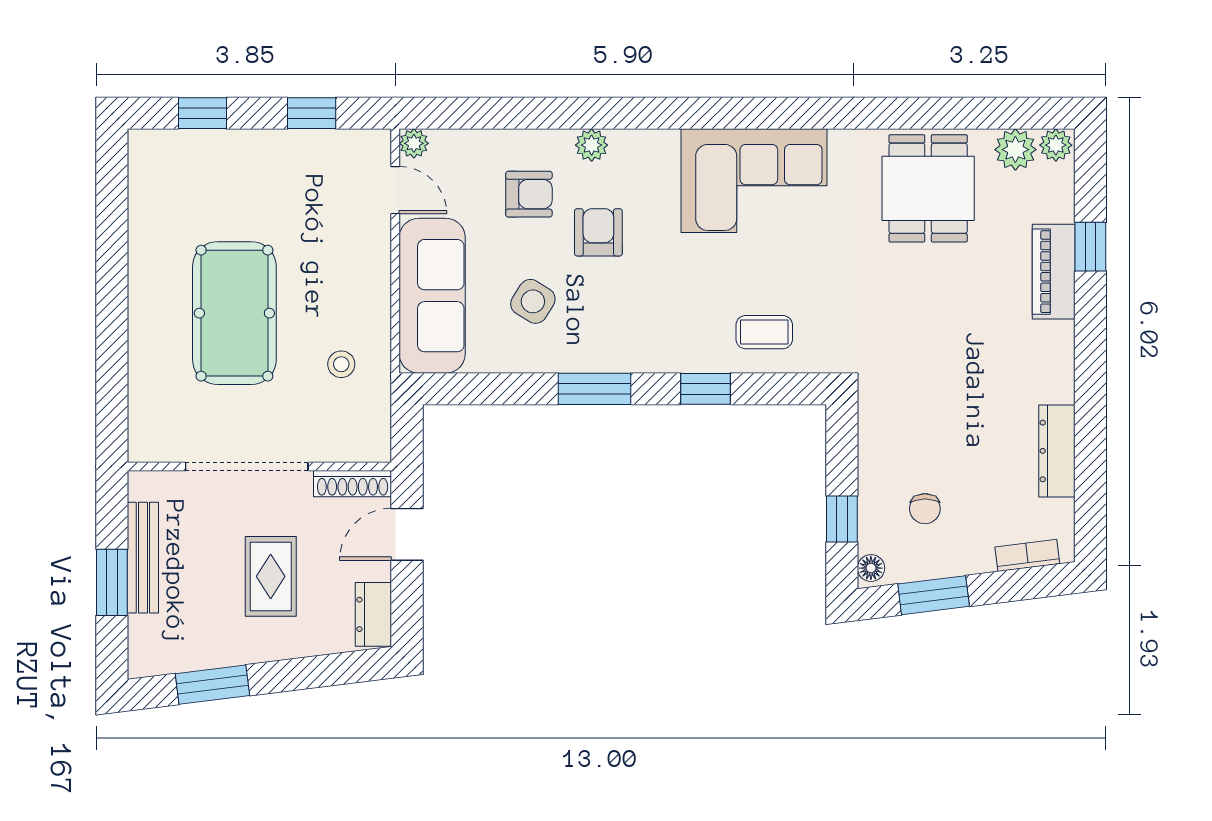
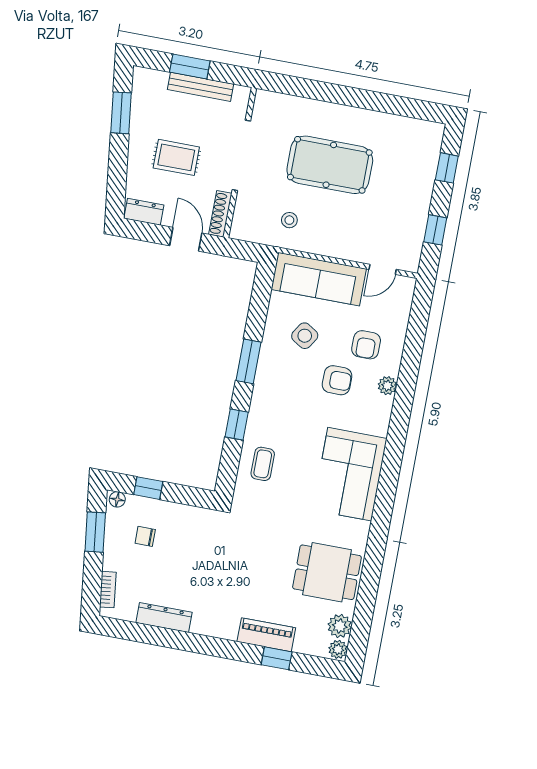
plant: (414, 143) -> (407, 285), removed

